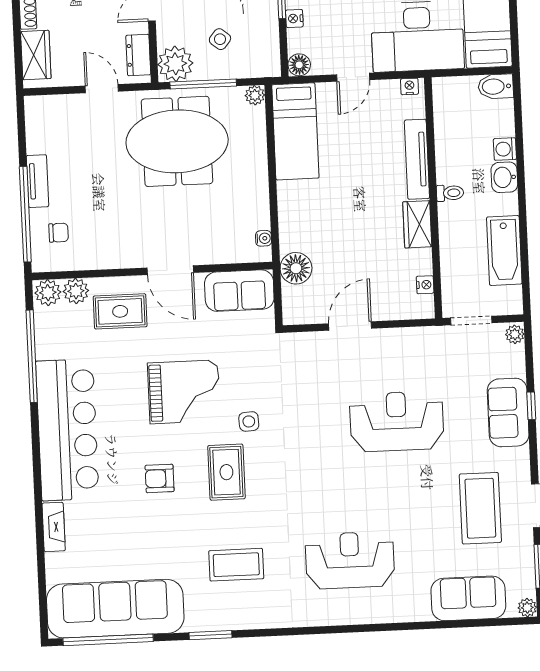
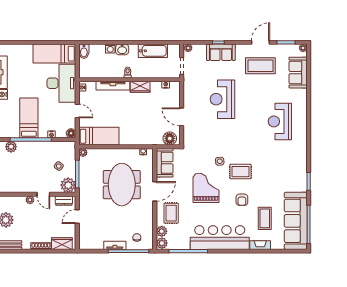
meeting table: (177, 141) -> (122, 185), moved
floor lamp: (296, 268) -> (170, 139), moved
coffee table: (236, 565) -> (265, 218), moved

